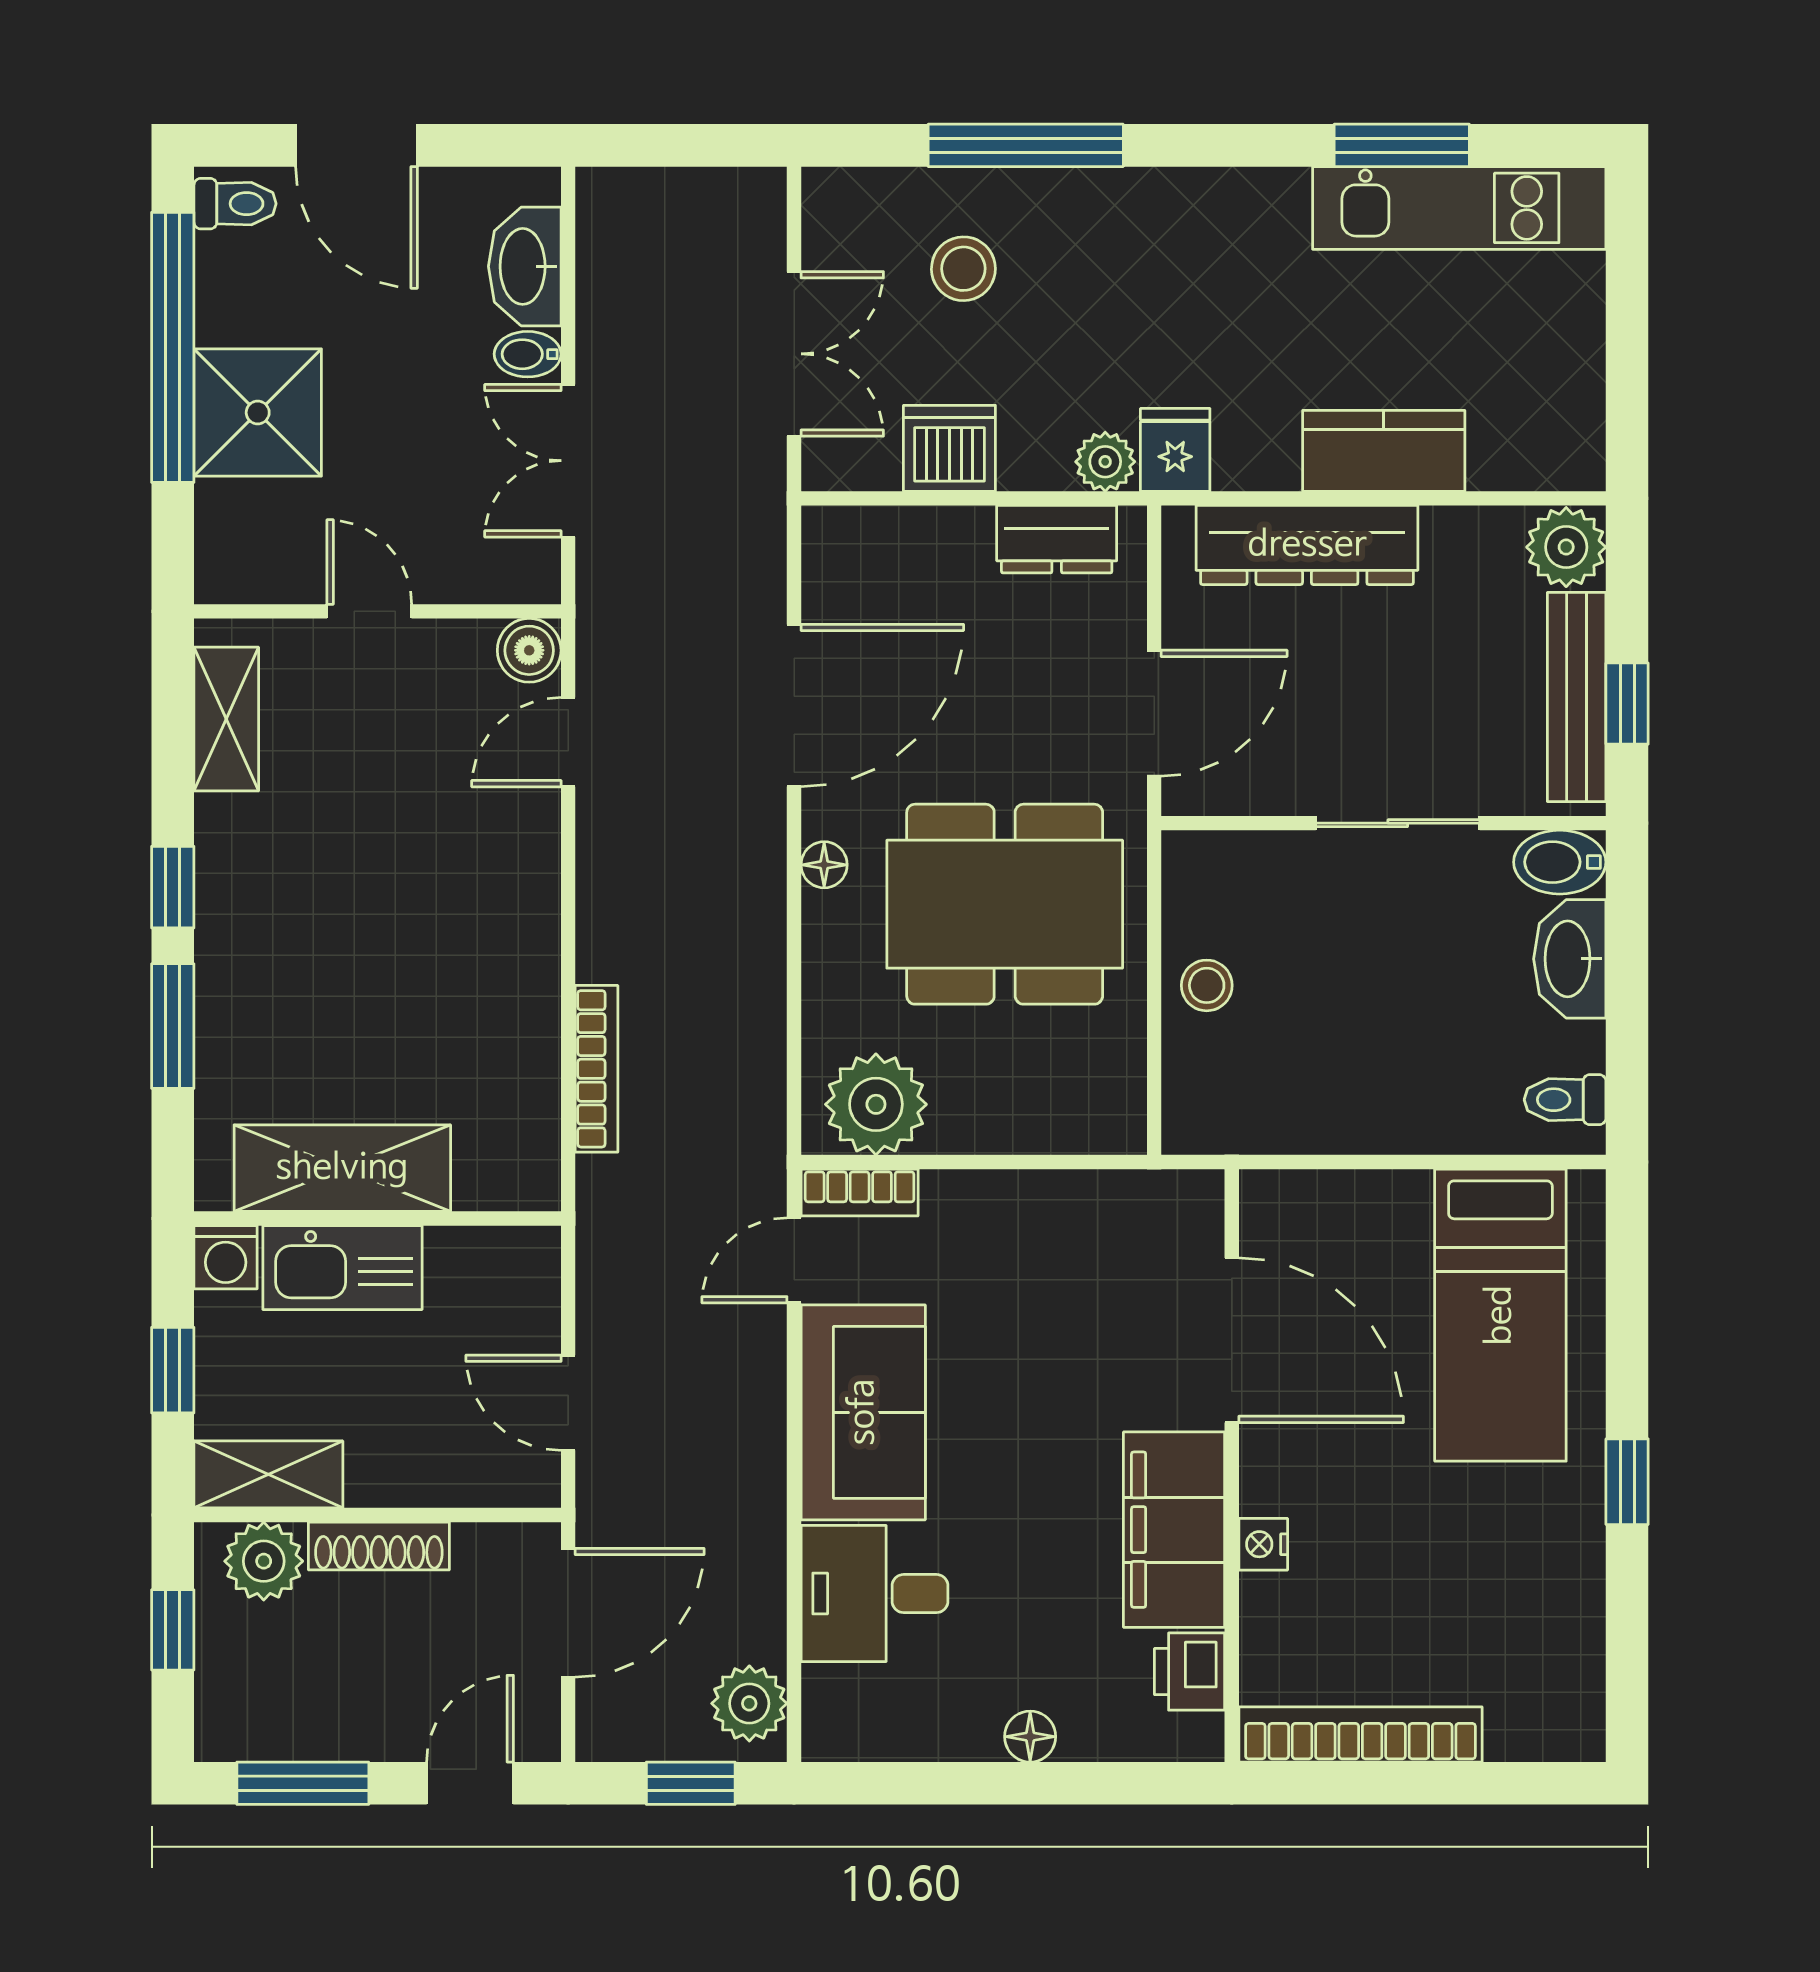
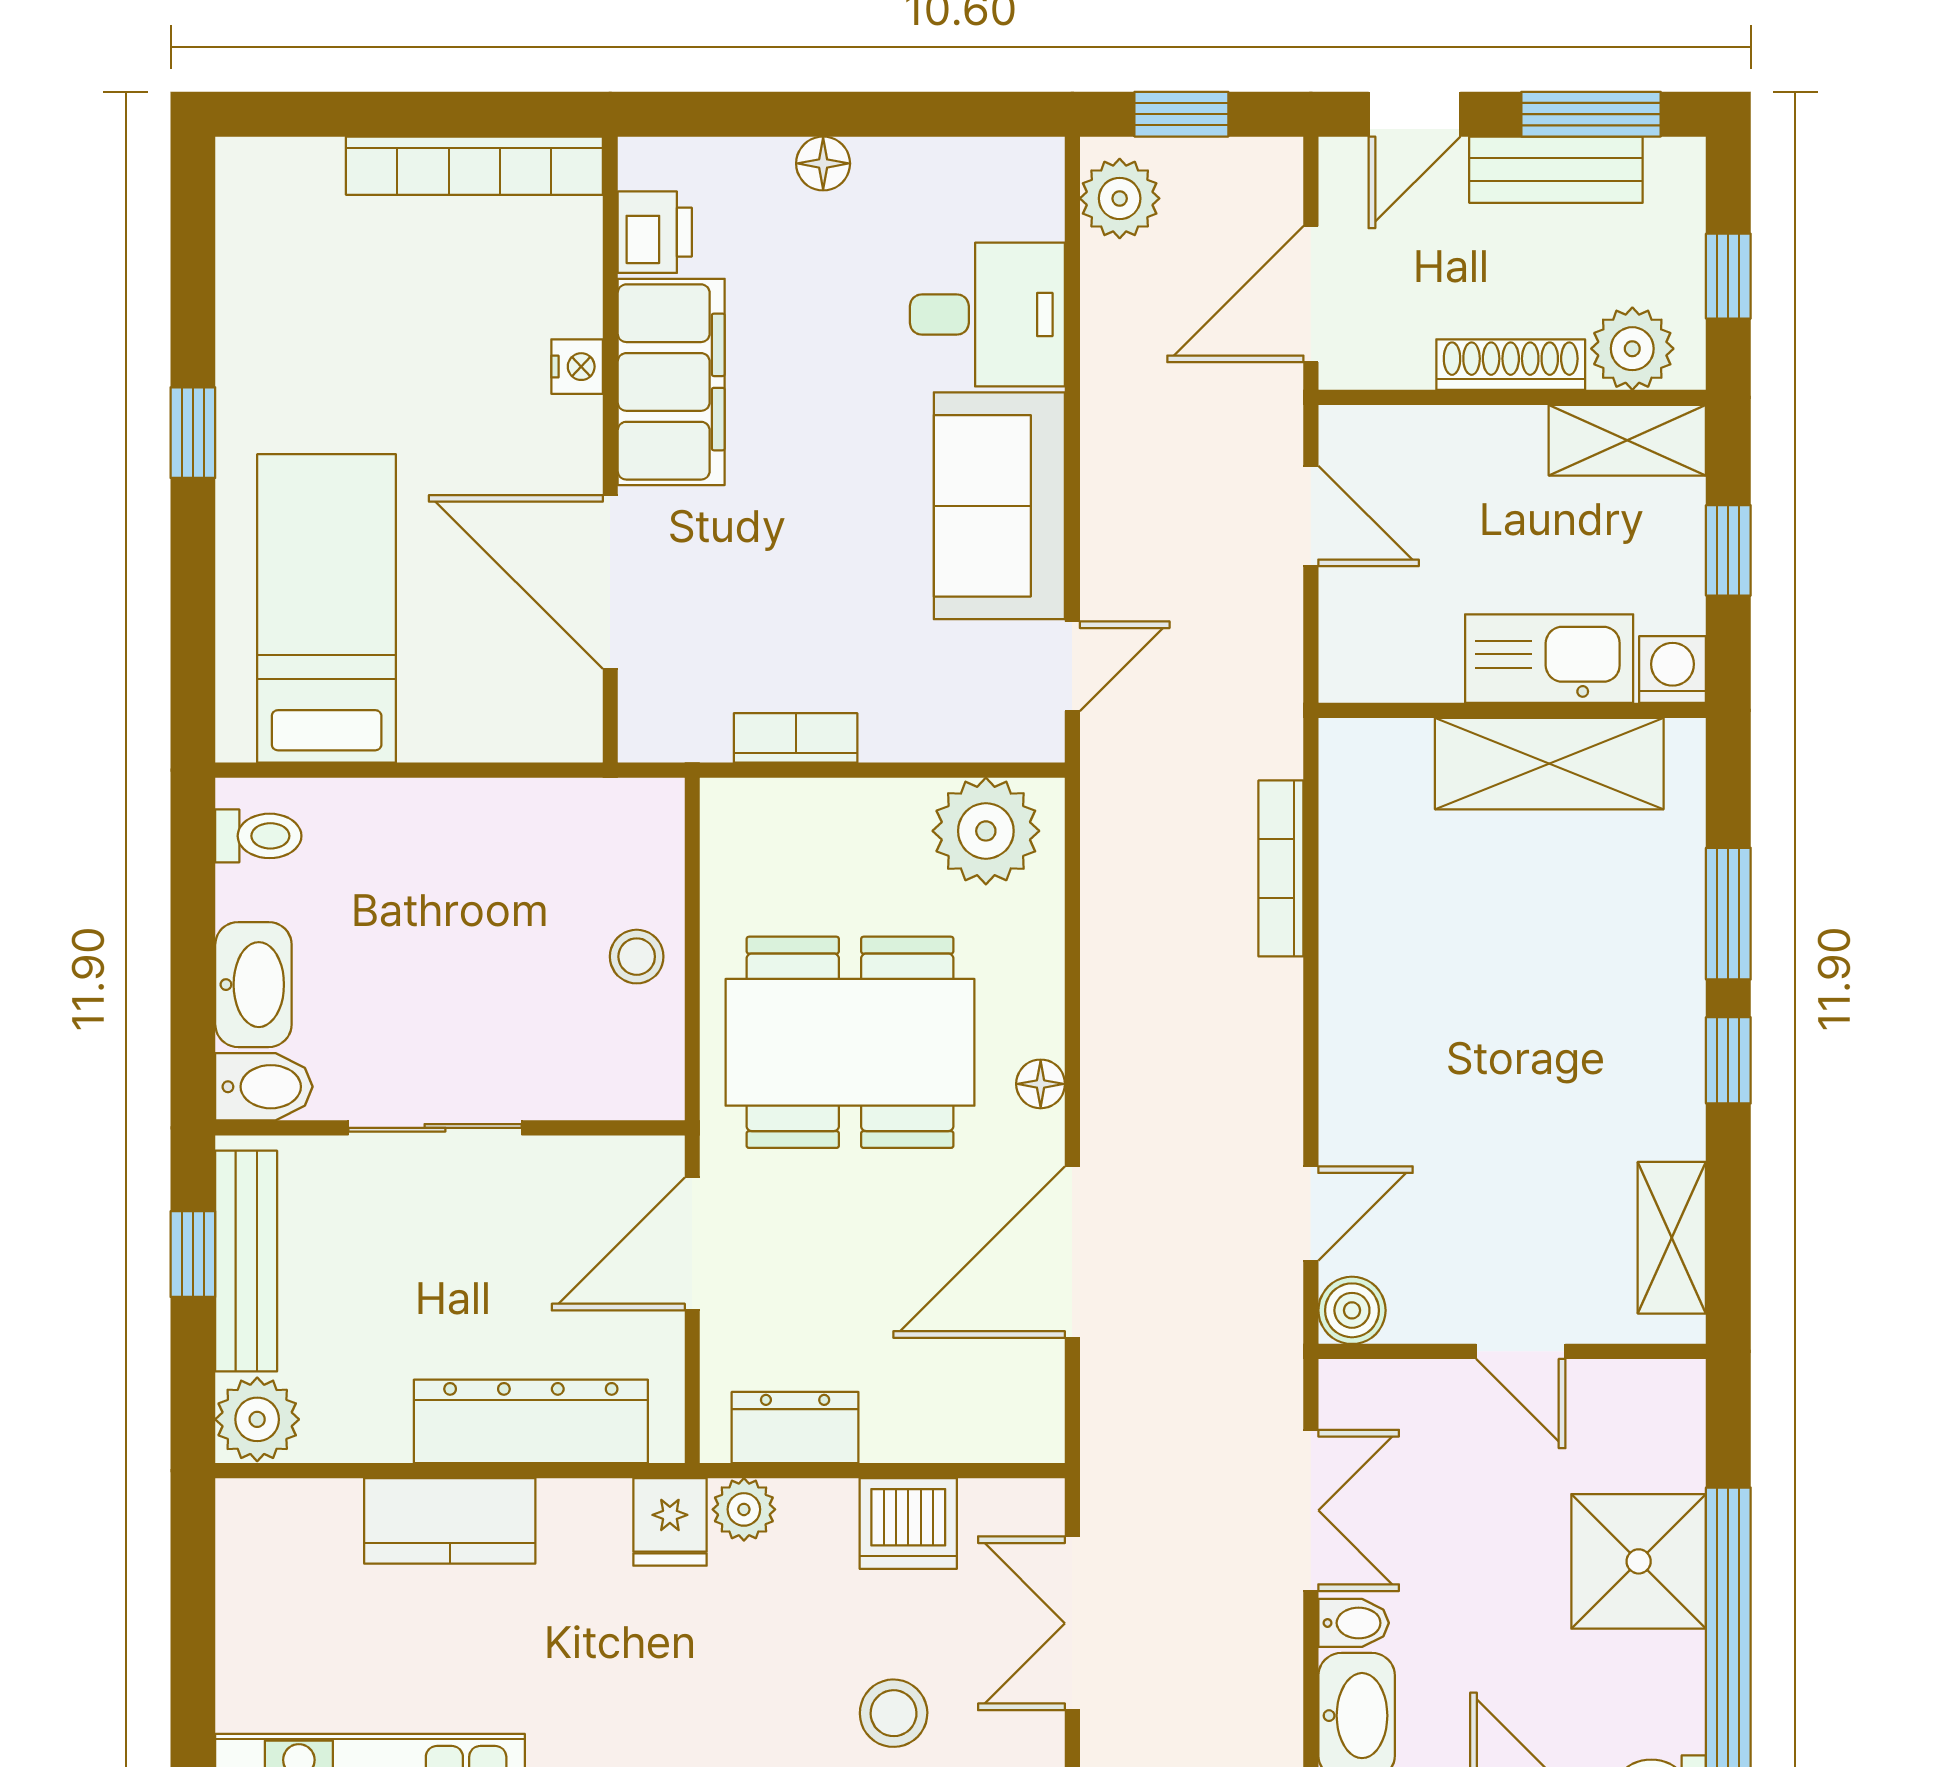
bookcase: (860, 1192) -> (796, 738), moved
bench: (336, 1731) -> (1556, 170), added

